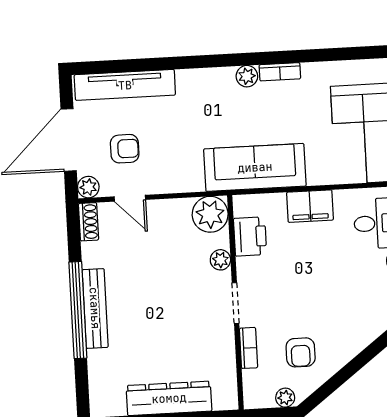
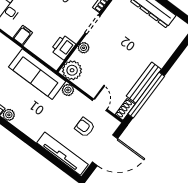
plant: (88, 187) -> (68, 90), moved
filing cabinet: (310, 206) -> (23, 35), width x0.50
bench: (95, 308) -> (144, 83), moved
window: (78, 310) -> (146, 95), moved

